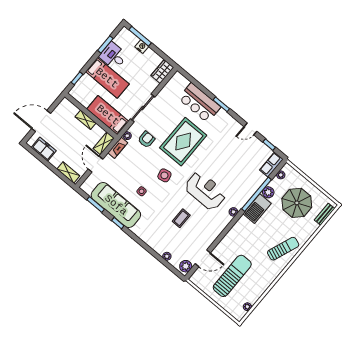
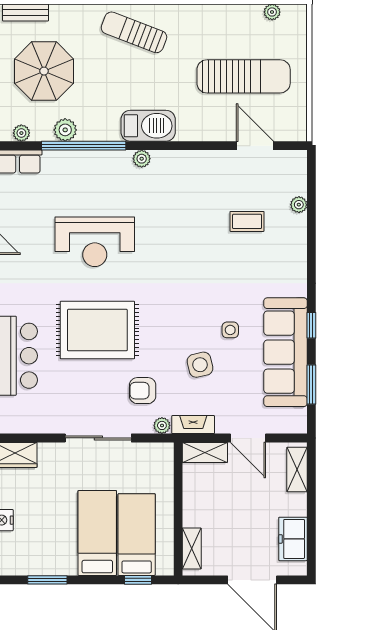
desk: (113, 56) -> (55, 552), removed
bed: (108, 115) -> (137, 535), moved, turned 180
shelving: (86, 120) -> (192, 548), moved
door: (96, 164) -> (248, 438), hinge flipped
side table: (164, 175) -> (200, 365), moved
reception desk: (205, 191) -> (95, 242), moved, turned -90
barbecue: (257, 209) -> (148, 126), moved
coffee table: (181, 218) -> (247, 221), moved
plant: (186, 266) -> (290, 162), removed
sun lounger: (232, 276) -> (244, 76), turned 180

